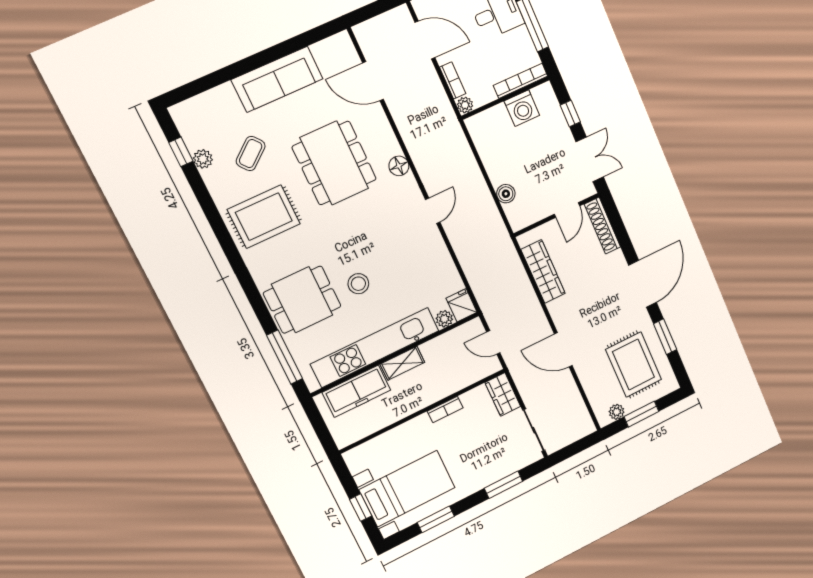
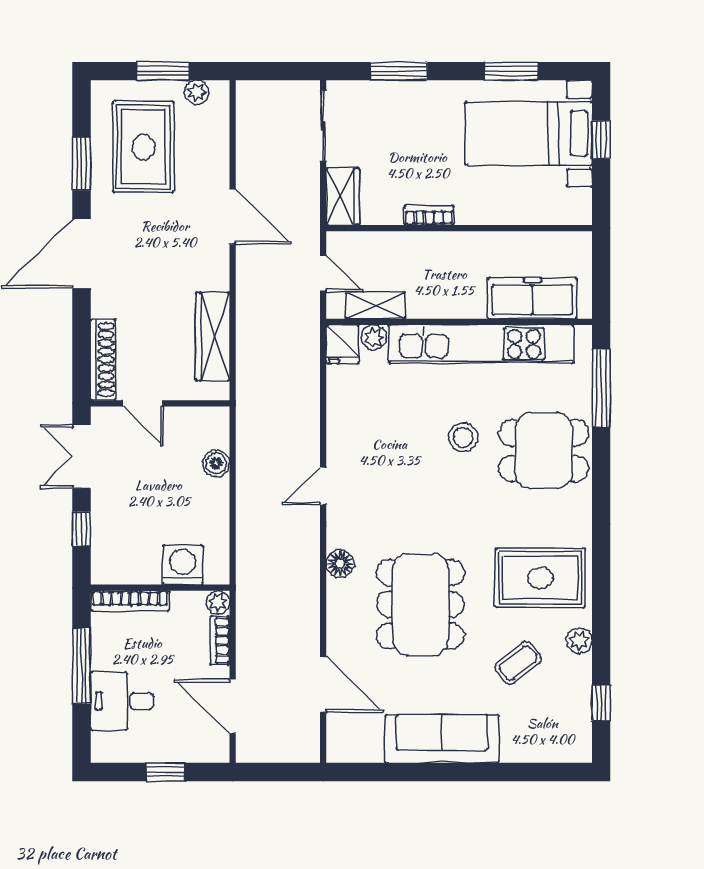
washing machine: (522, 108) -> (183, 565), moved
plant: (203, 159) -> (579, 641), moved
door: (567, 210) -> (143, 403), swing flipped
shelving: (402, 363) -> (376, 306), moved

